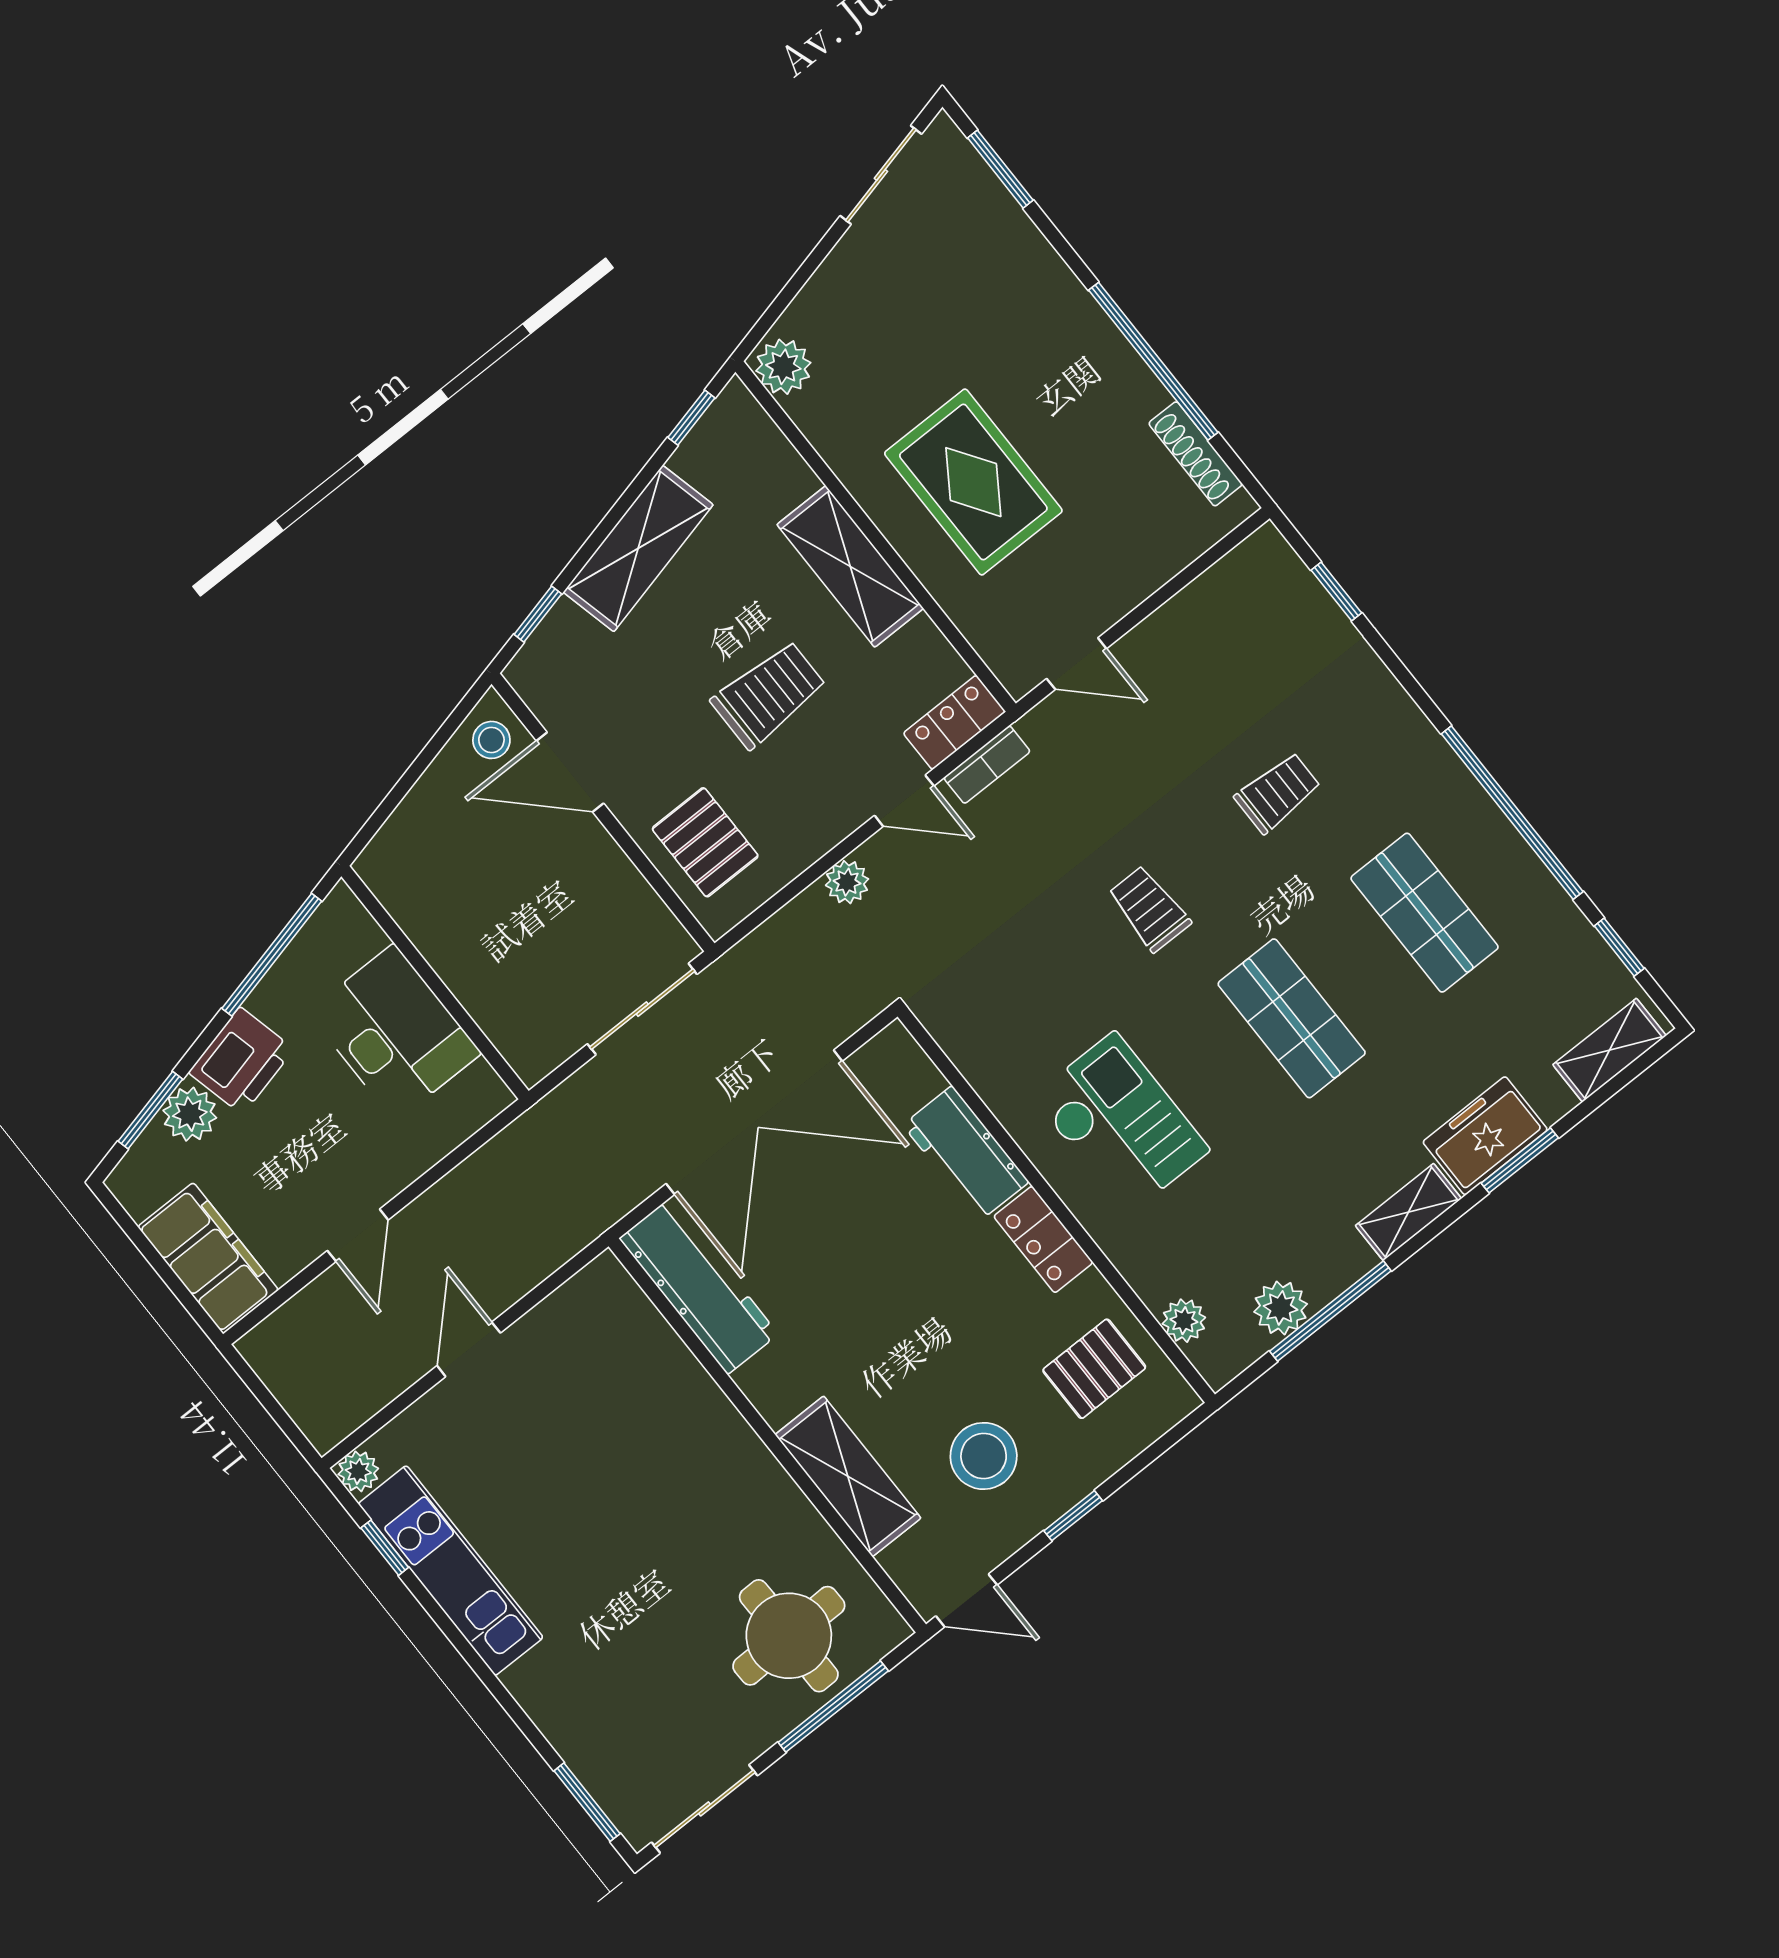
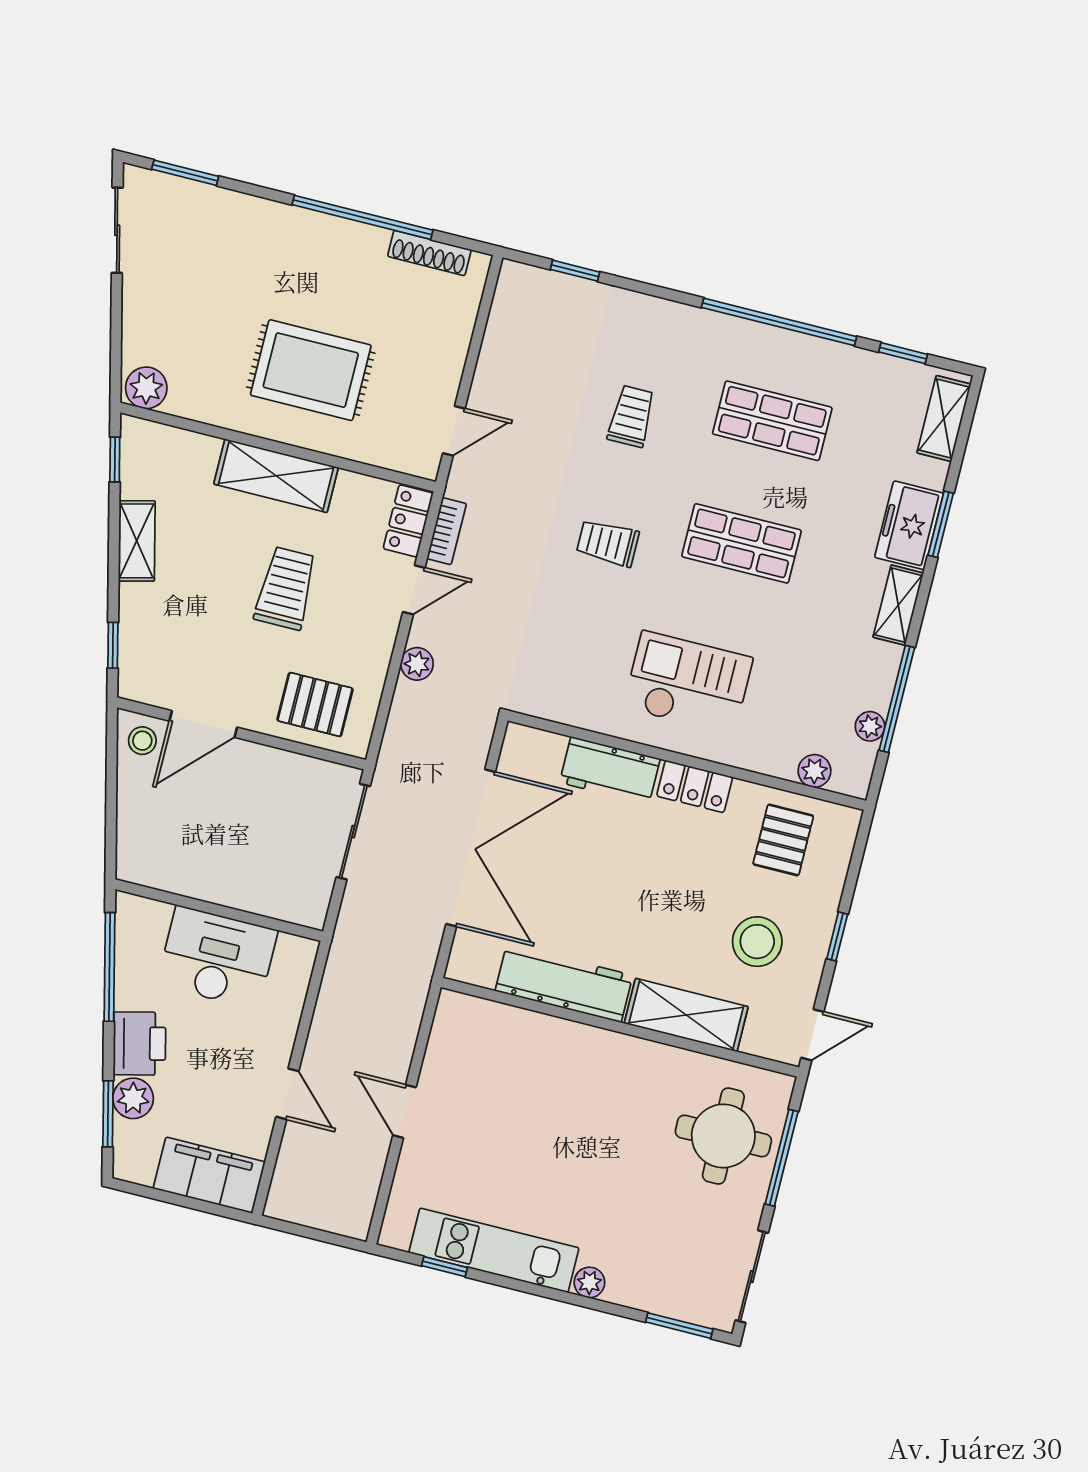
shelving: (638, 548) -> (137, 541), width x0.67, depth x0.75
workbench: (699, 1286) -> (564, 983), moved
plant: (1281, 1308) -> (870, 726), width x0.73, depth x0.73
plant: (358, 1471) -> (589, 1282), moved

